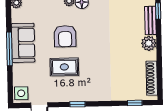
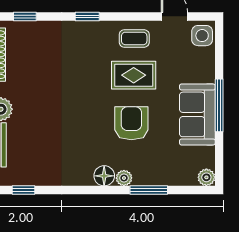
coffee table: (65, 90) -> (134, 38), added
window: (77, 104) -> (87, 16), moved

